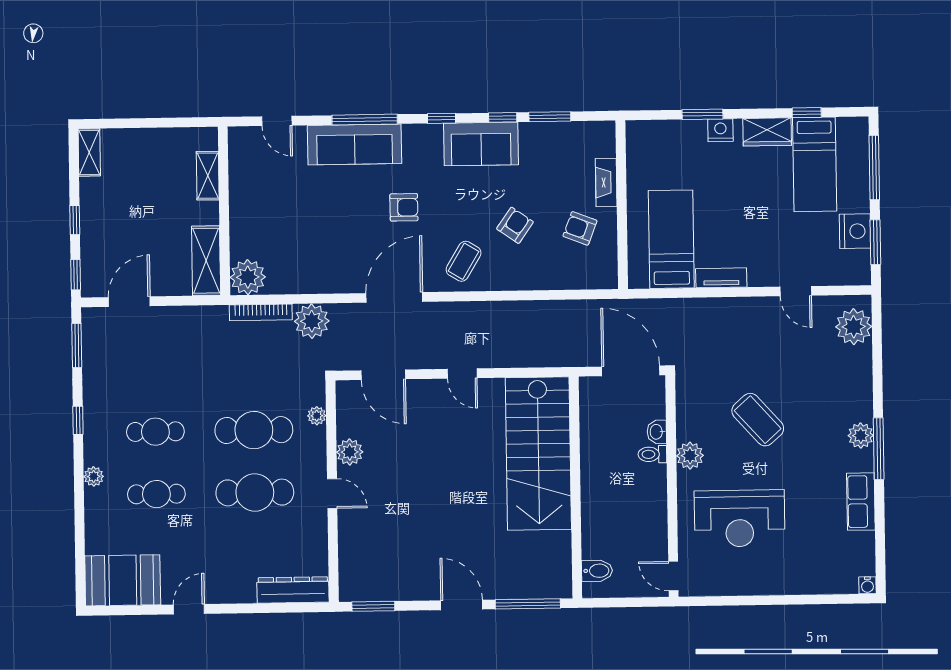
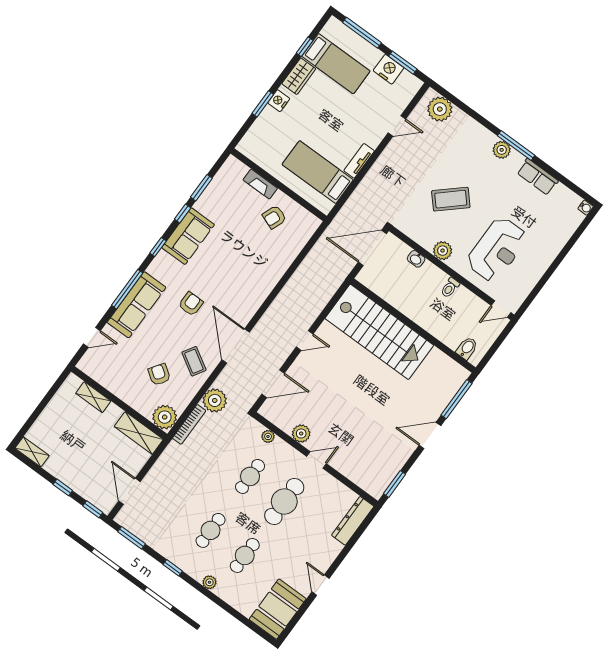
armchair: (515, 225) -> (159, 375), moved
coffee table: (464, 261) -> (194, 361), moved
cafe table: (254, 430) -> (250, 476), width x0.73, depth x0.74
toilet: (652, 454) -> (450, 288), moved

